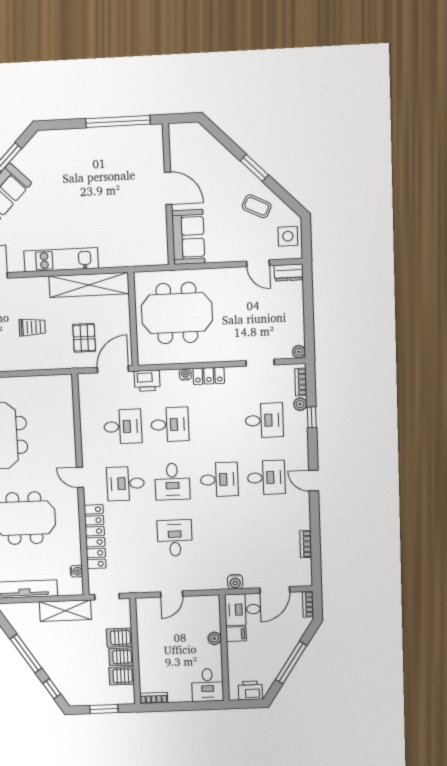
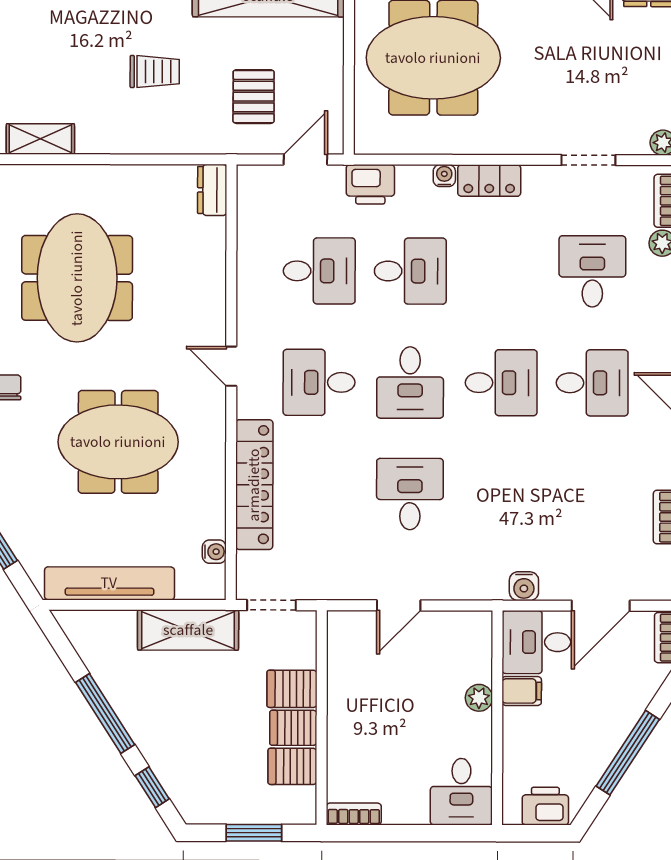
door: (113, 369) -> (306, 160), width x0.73
dresser: (65, 387) -> (212, 190), added
desk: (264, 420) -> (592, 271), turned -90

